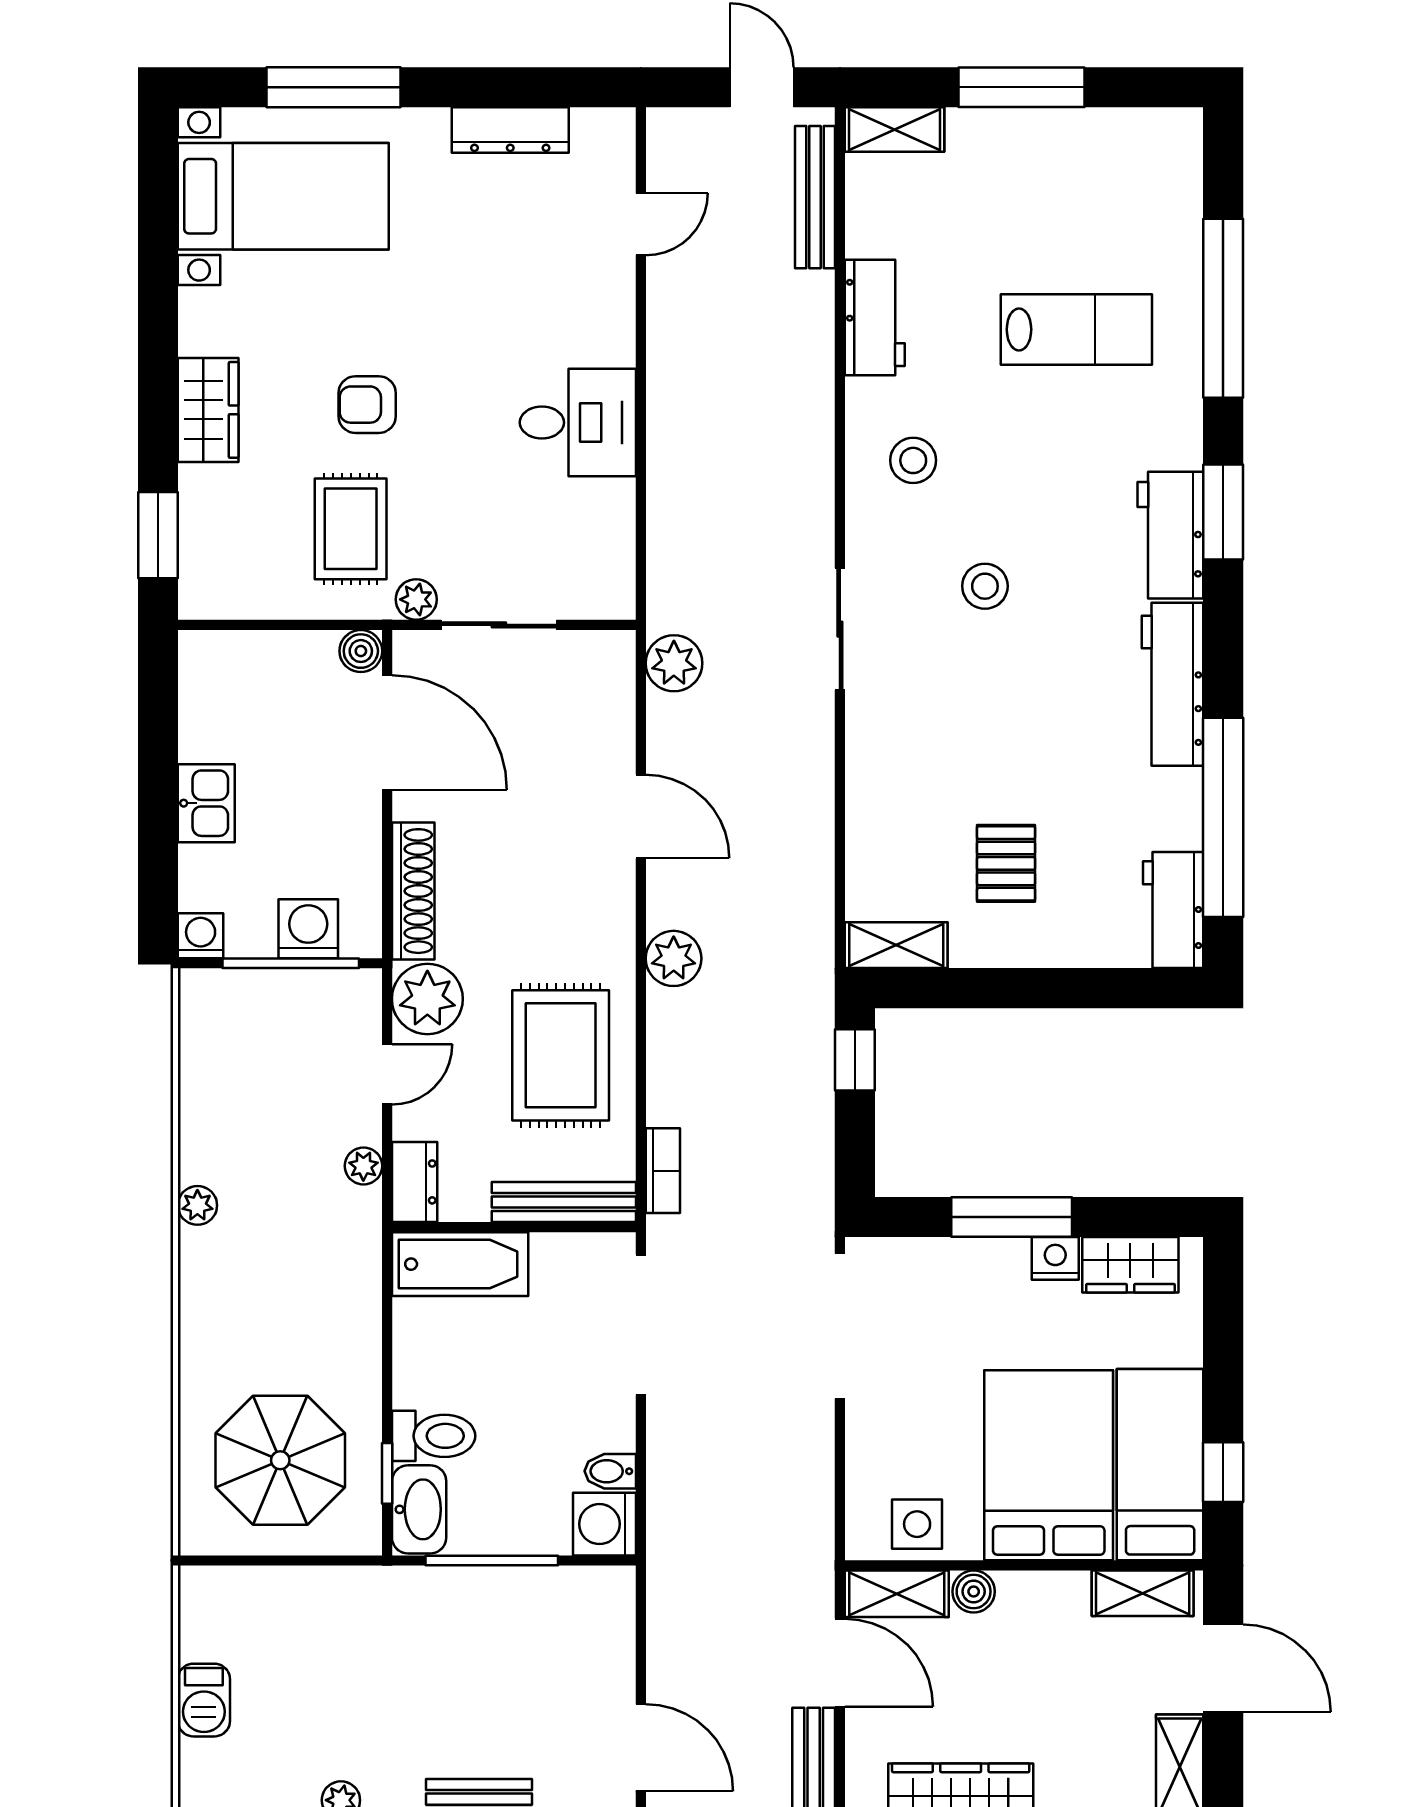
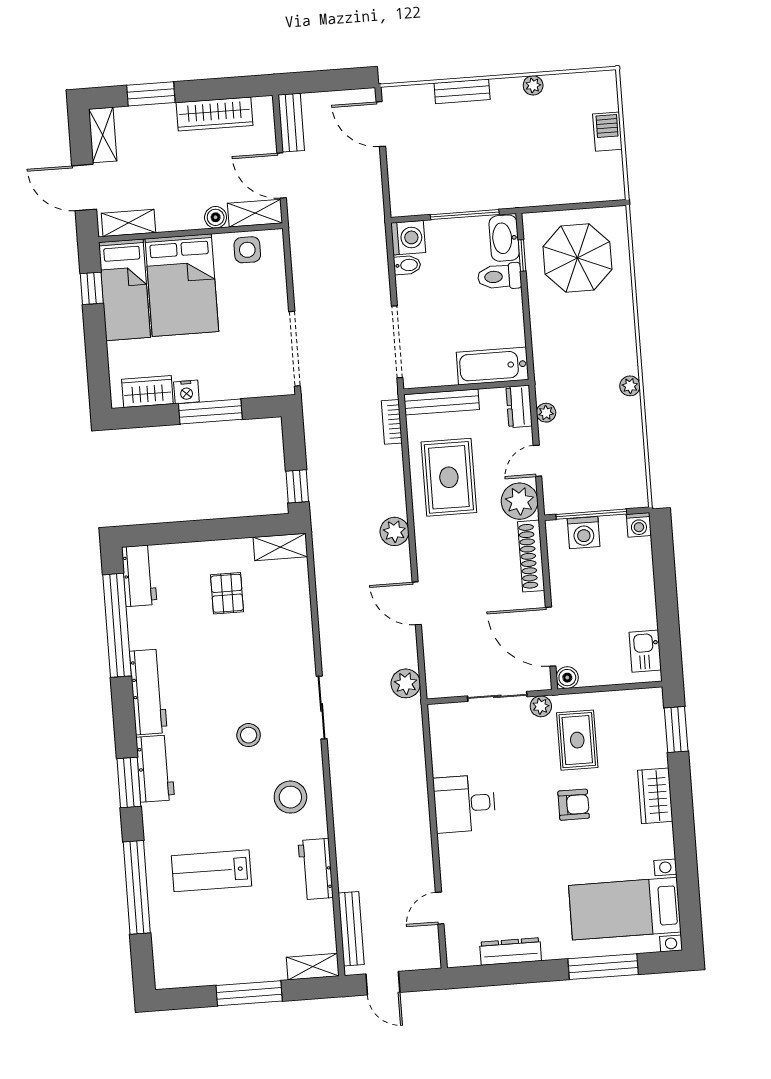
stool: (913, 460) -> (290, 797), width x1.38, depth x1.38
kitchen sink: (206, 803) -> (645, 651), moved

